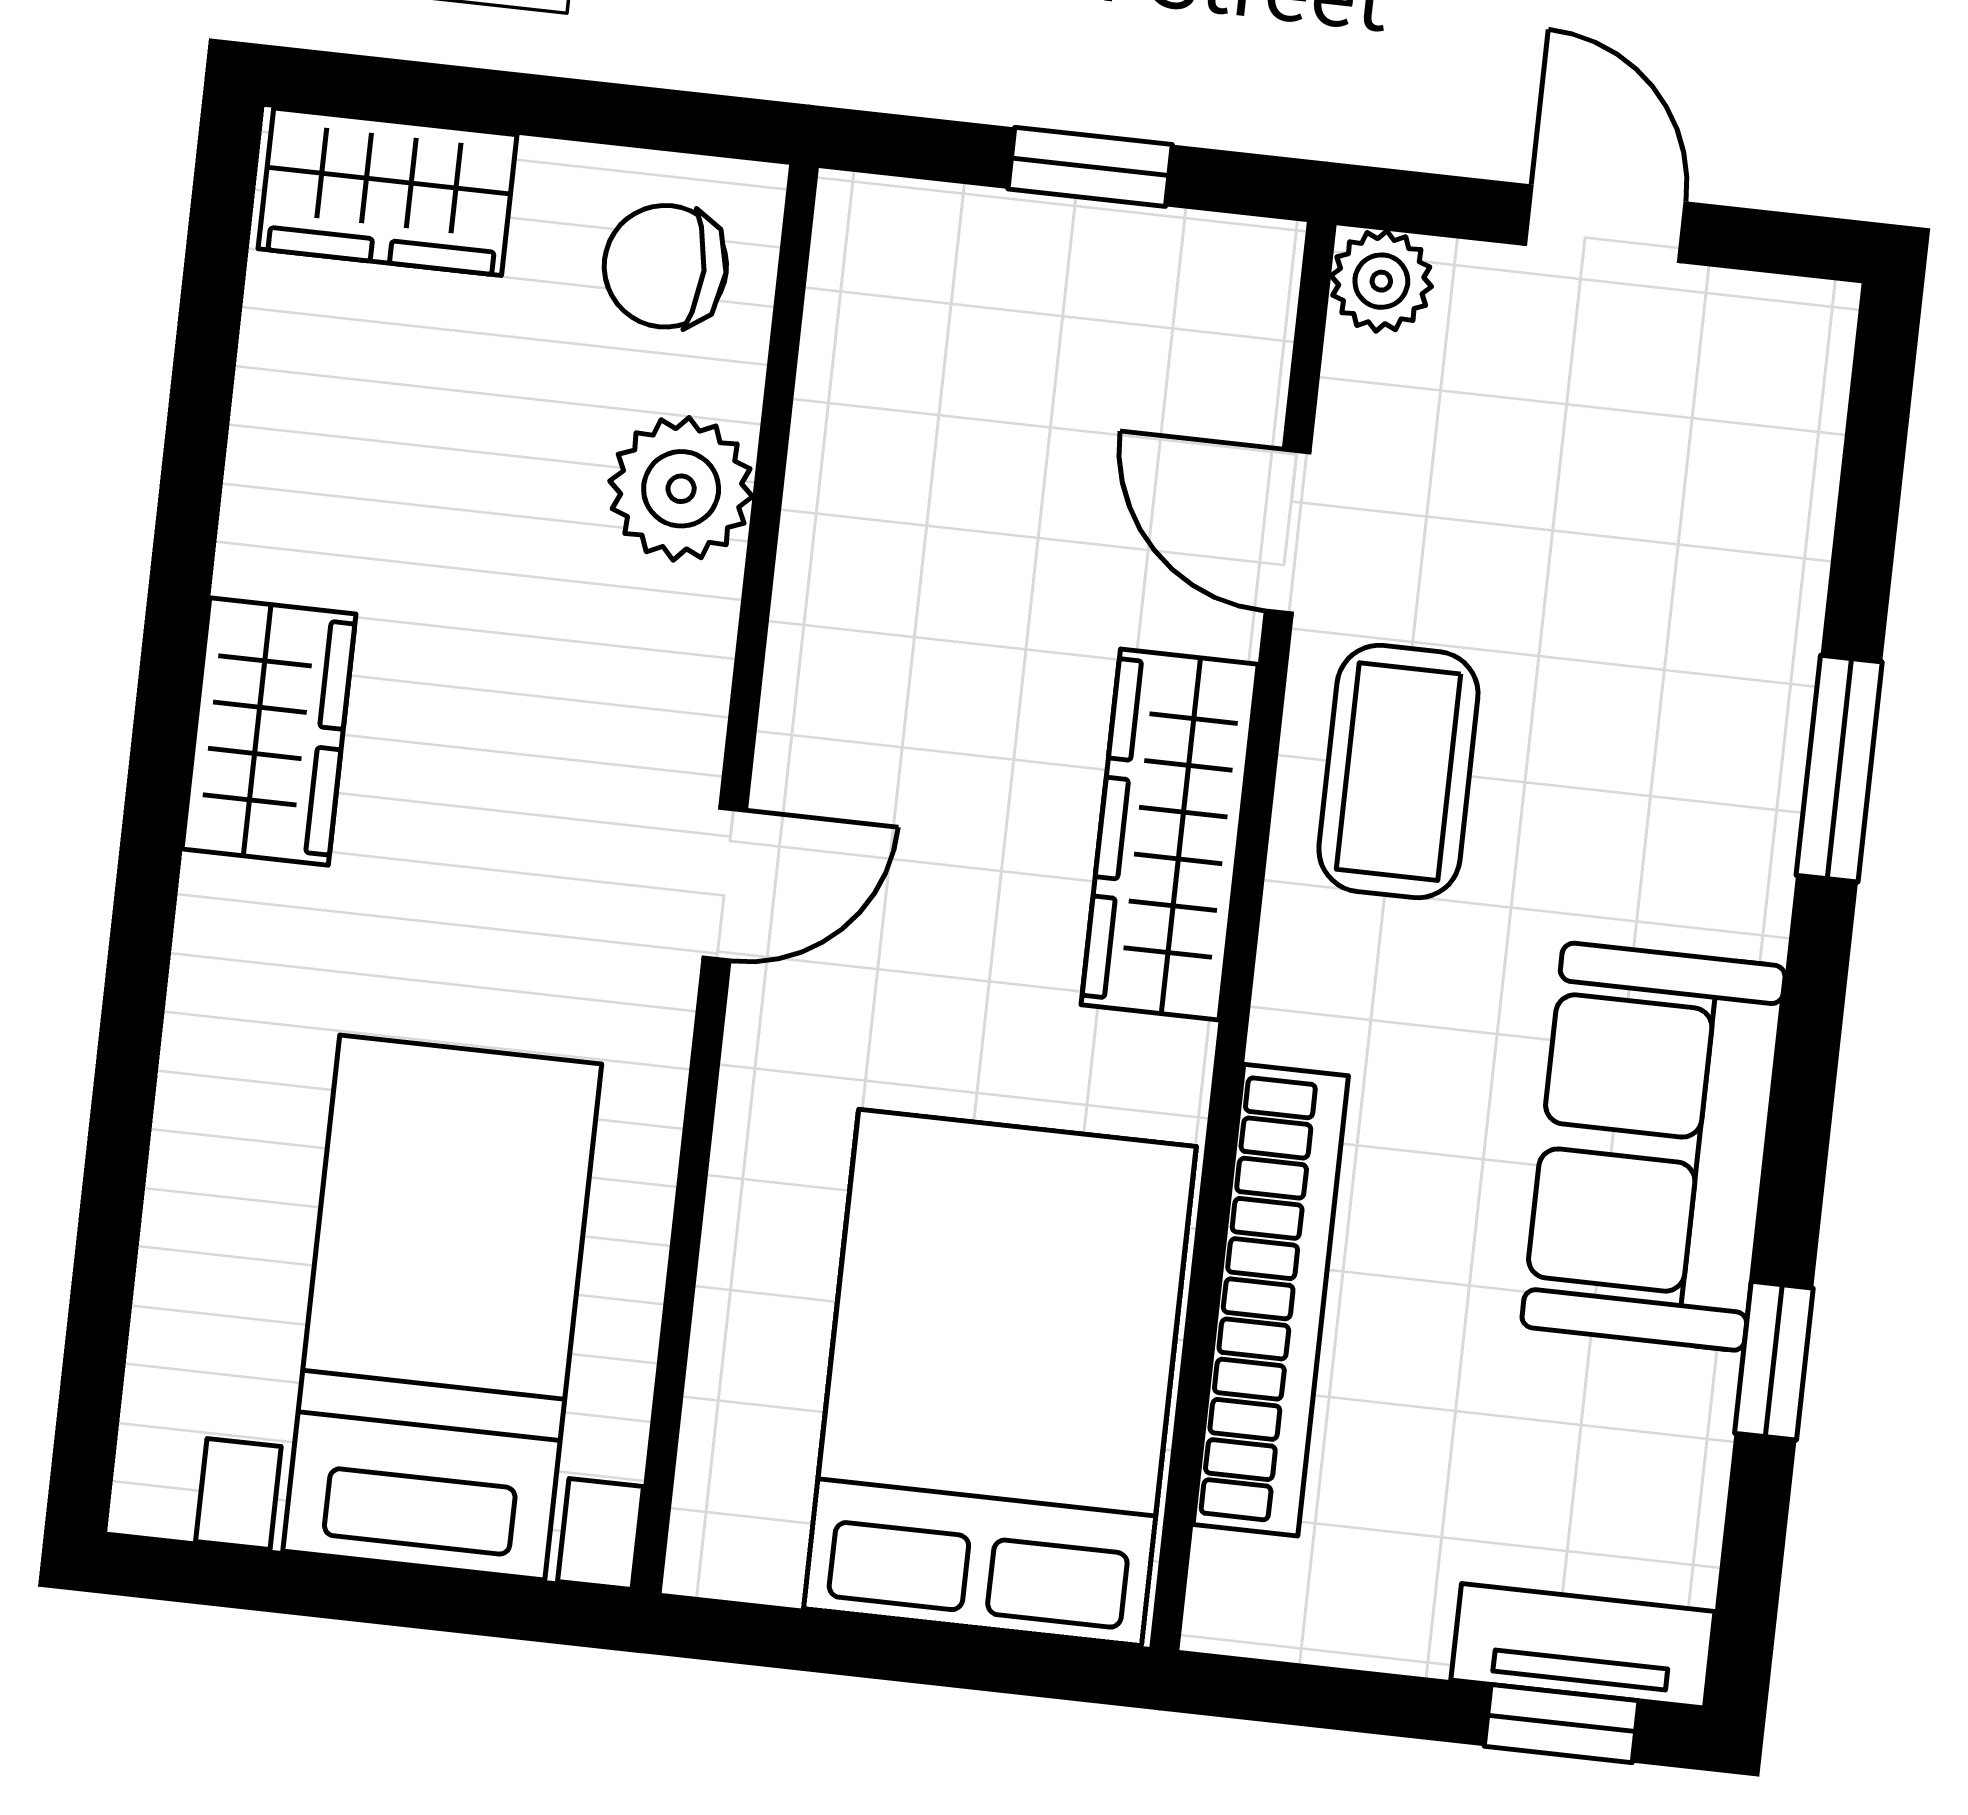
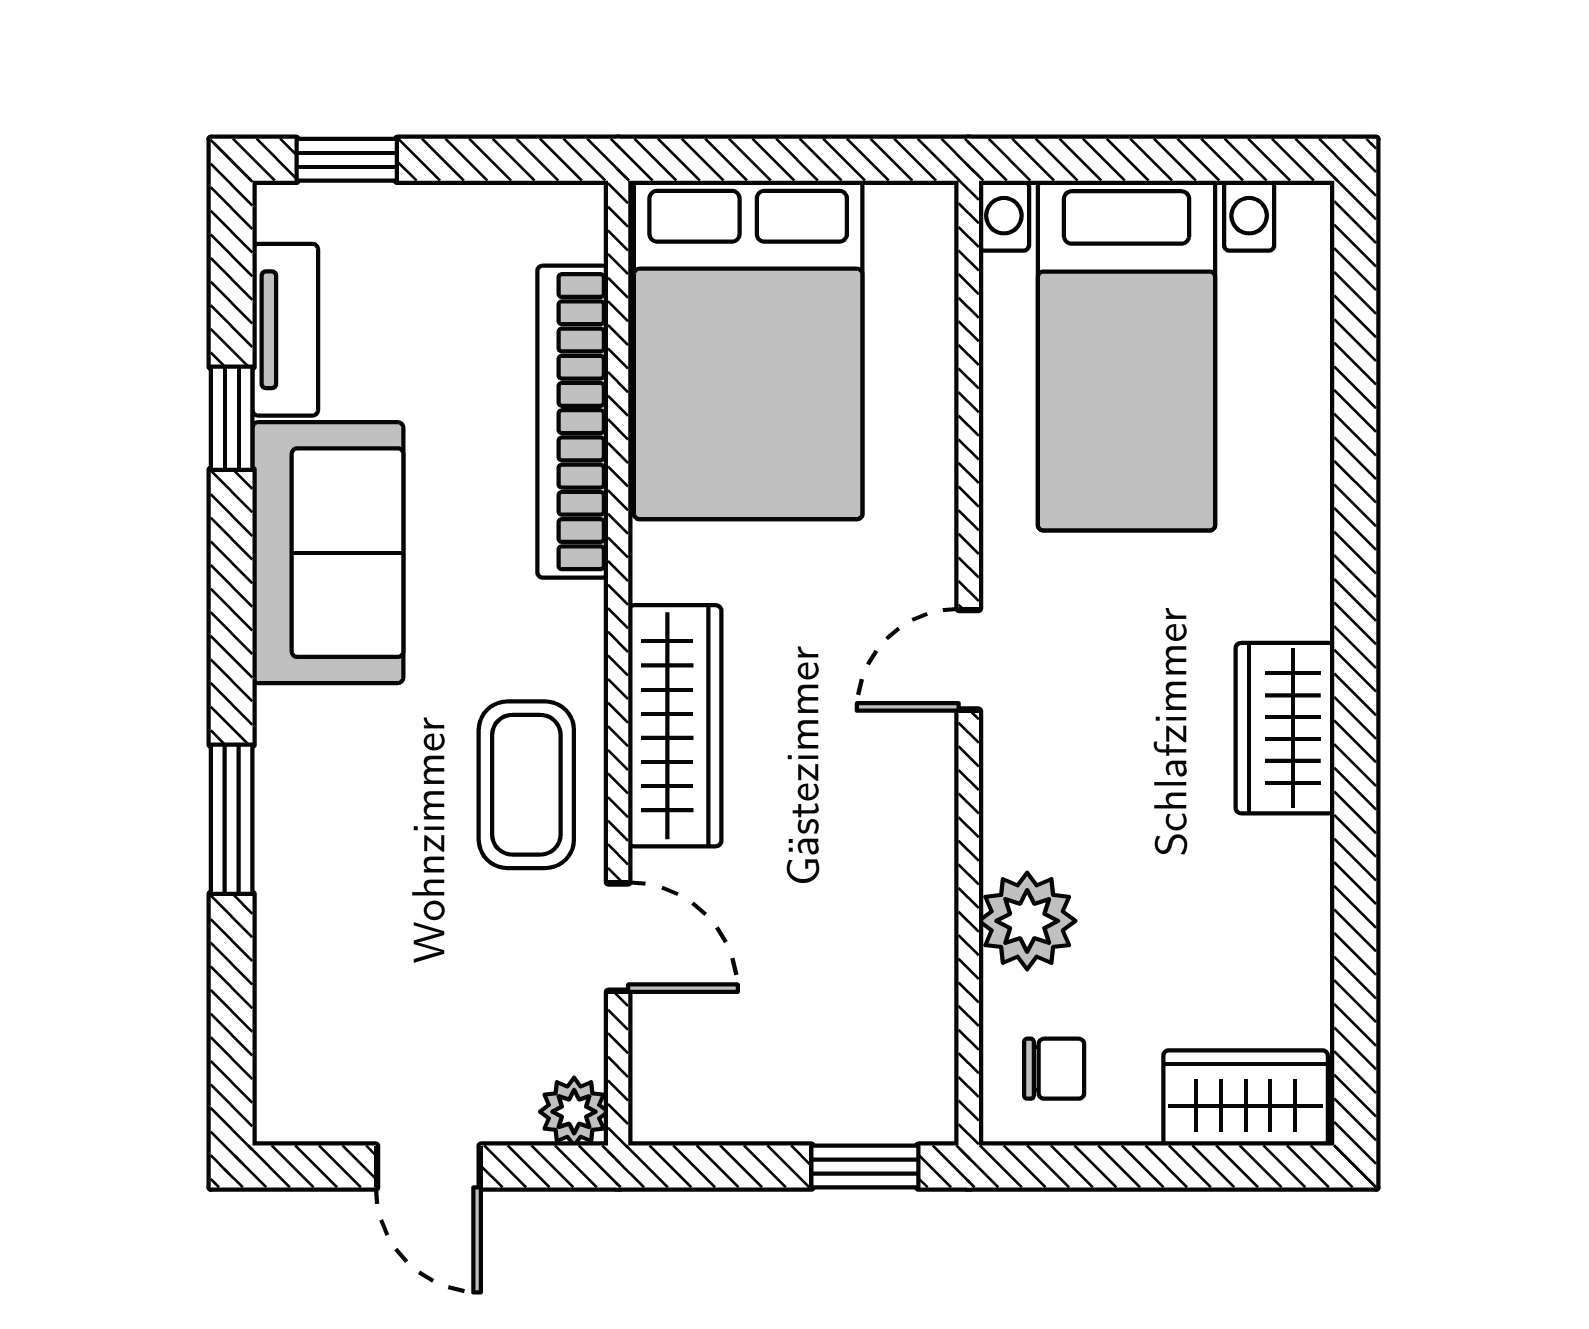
window: (1090, 167) -> (865, 1167), moved
chair: (665, 266) -> (1054, 1069), width x0.73, depth x0.73
tv unit: (1583, 1646) -> (285, 330), moved, turned -90

